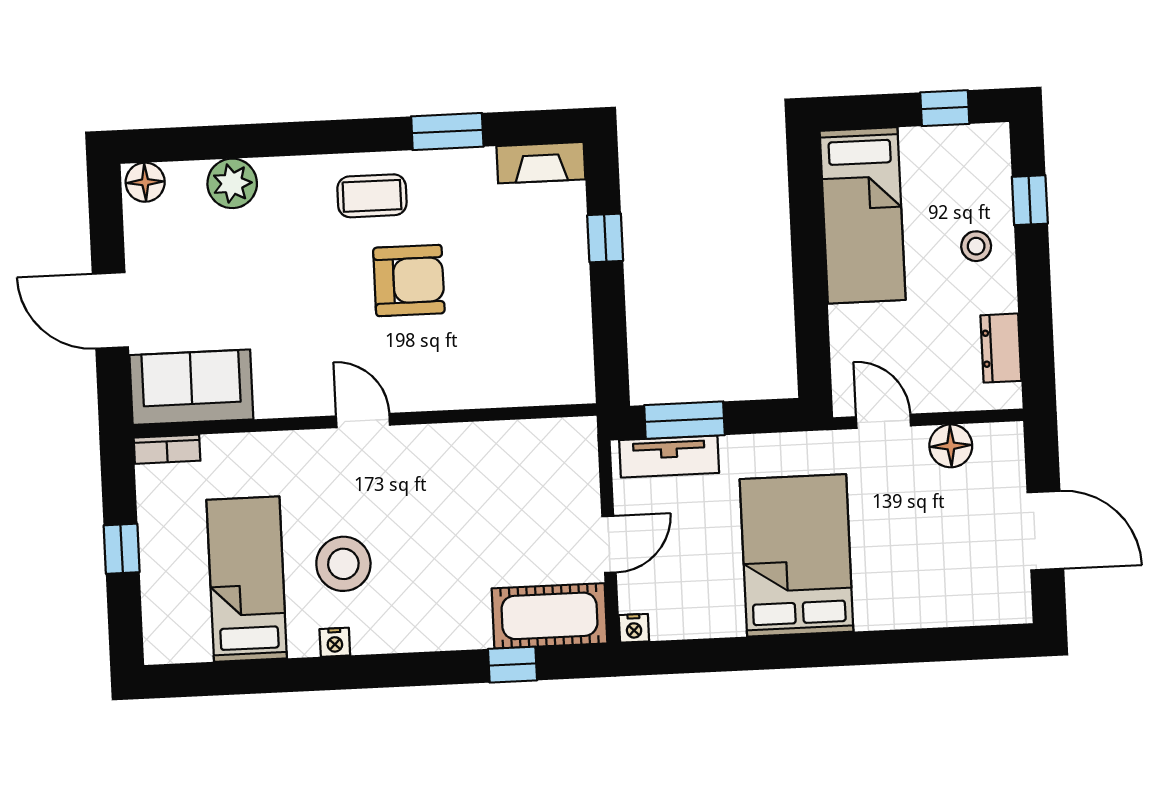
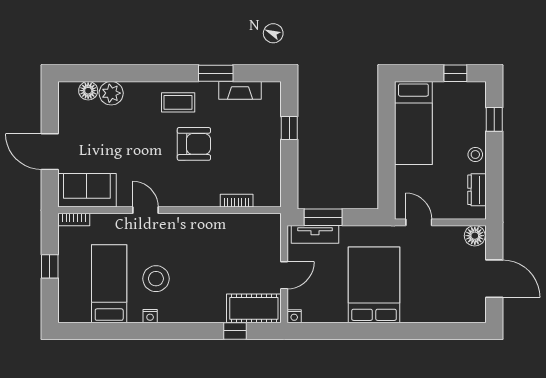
fireplace: (541, 163) -> (240, 90), moved
floor lamp: (145, 182) -> (88, 91), moved
stool: (976, 246) -> (475, 155), moved
bookcase: (503, 394) -> (237, 201), added
door: (363, 420) -> (145, 210), moved
floor lamp: (951, 446) -> (475, 236), moved

